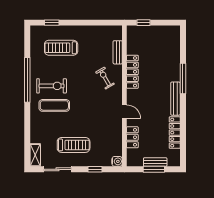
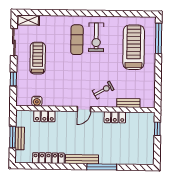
window: (52, 23) -> (159, 38), width x2.17
treadmill: (61, 48) -> (134, 47), width x1.37, depth x1.38
locker: (132, 72) -> (115, 117), width x0.66
window: (27, 80) -> (102, 13), removed
door: (124, 112) -> (84, 109), moved
treadmill: (74, 145) -> (38, 58), turned 180
water cooler: (117, 161) -> (37, 101), moved

